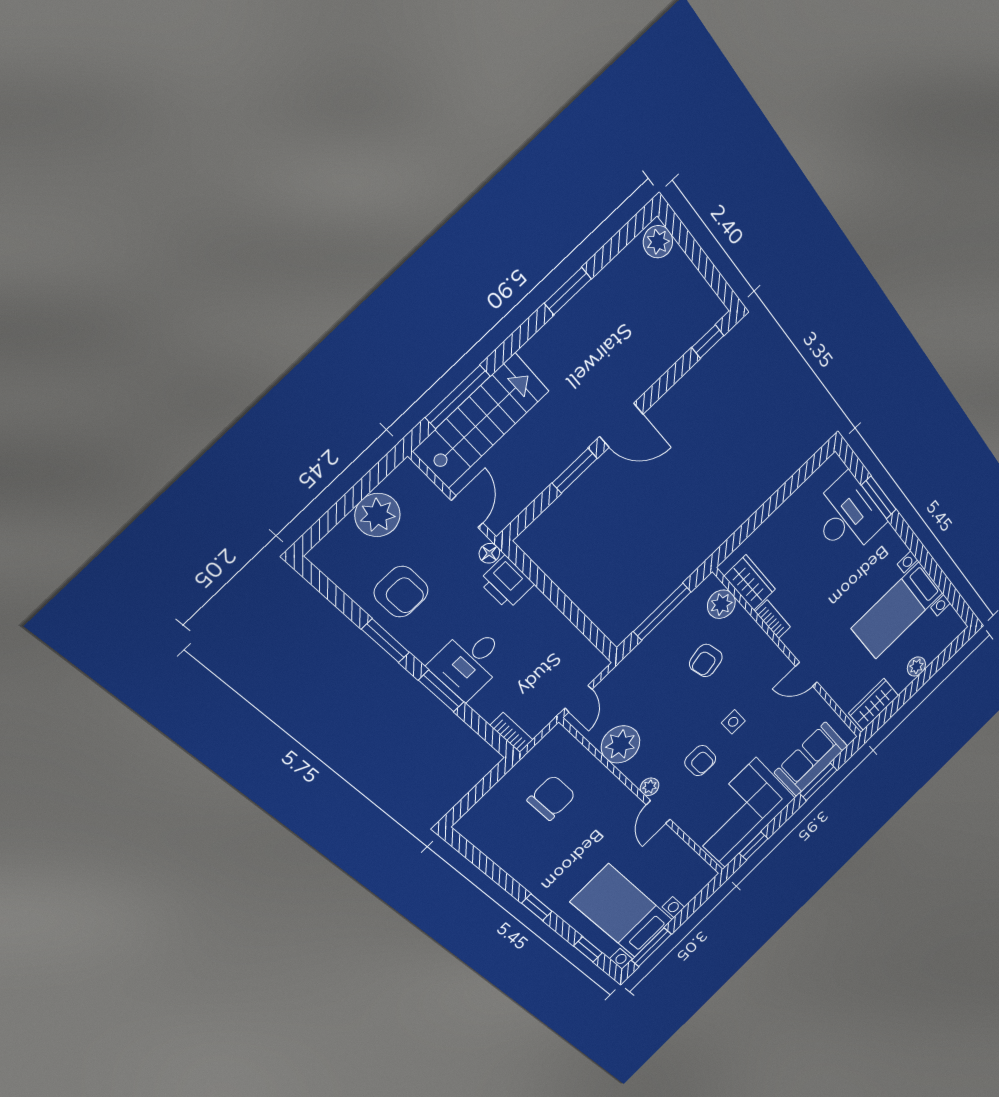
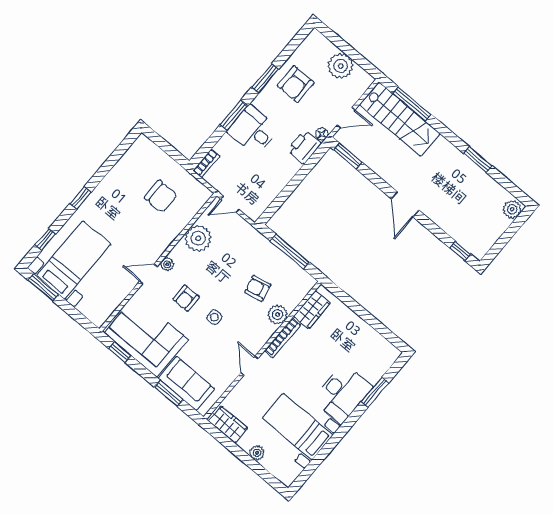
window: (575, 471) -> (348, 156), moved
desk: (847, 516) -> (342, 393), moved
plant: (721, 604) -> (278, 315), moved
bookcase: (773, 619) -> (283, 338), width x1.56

